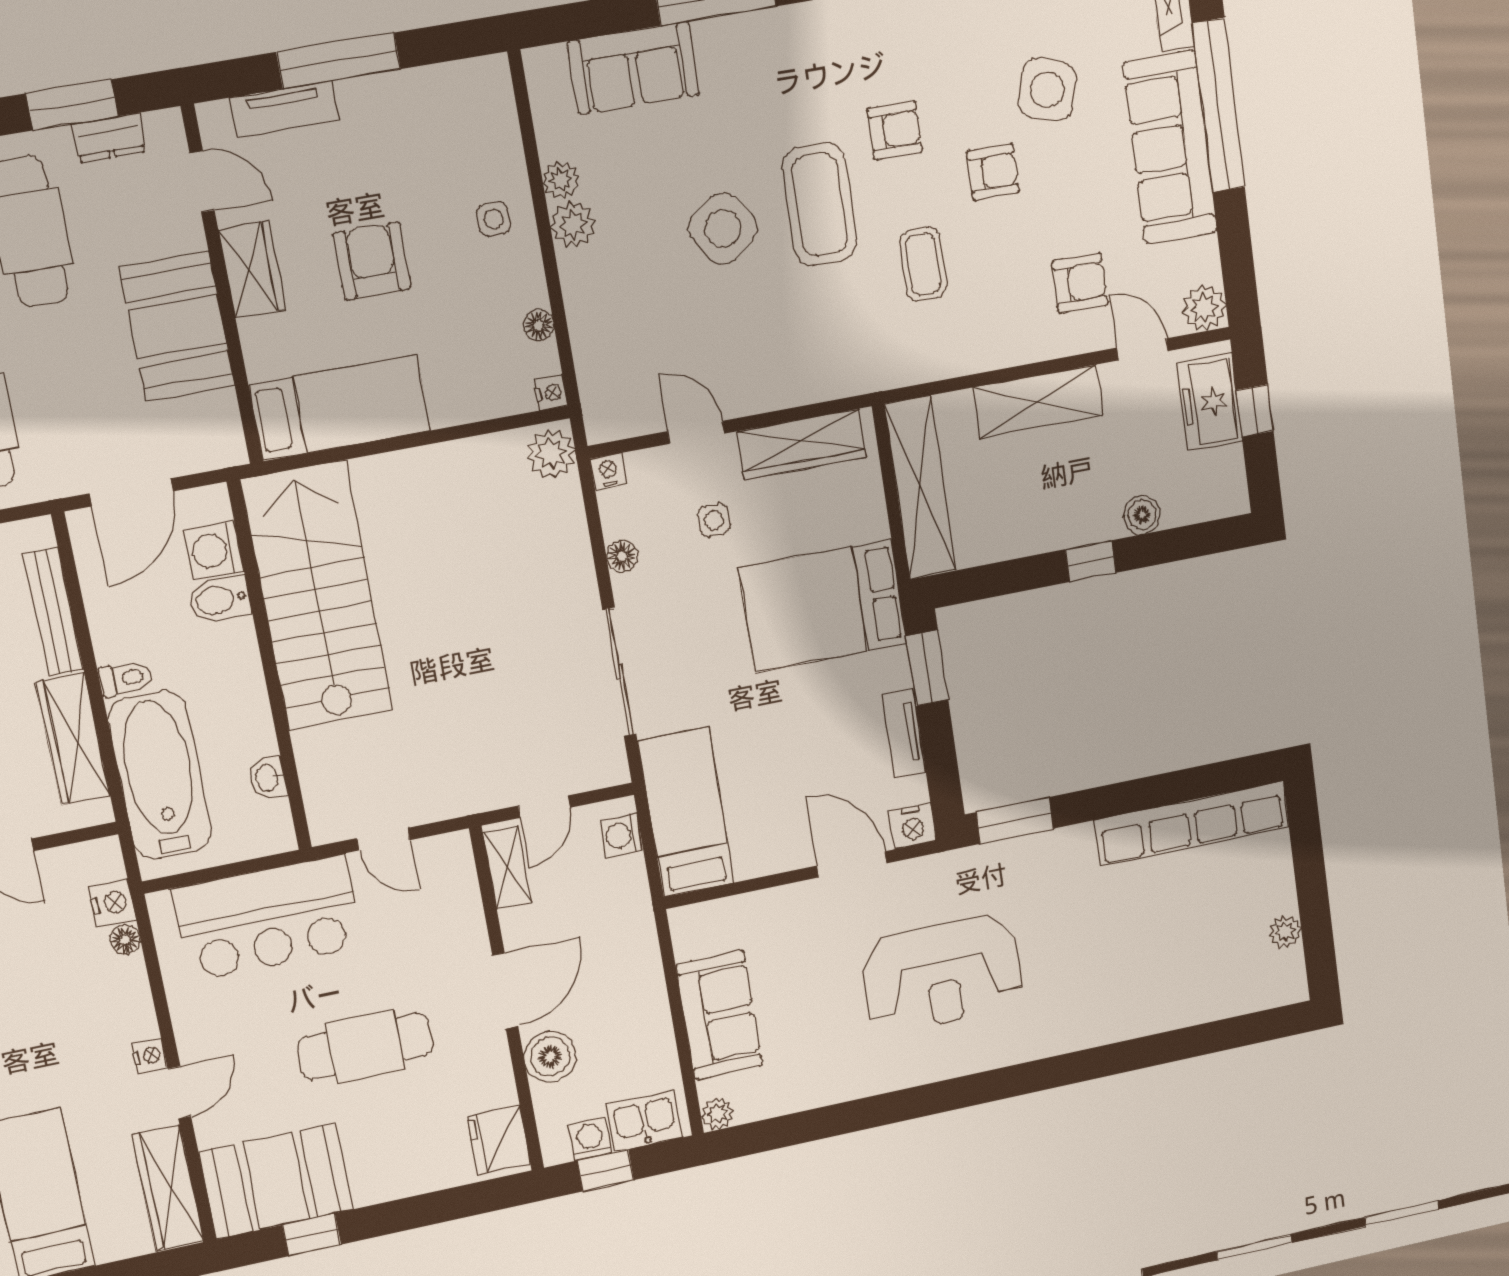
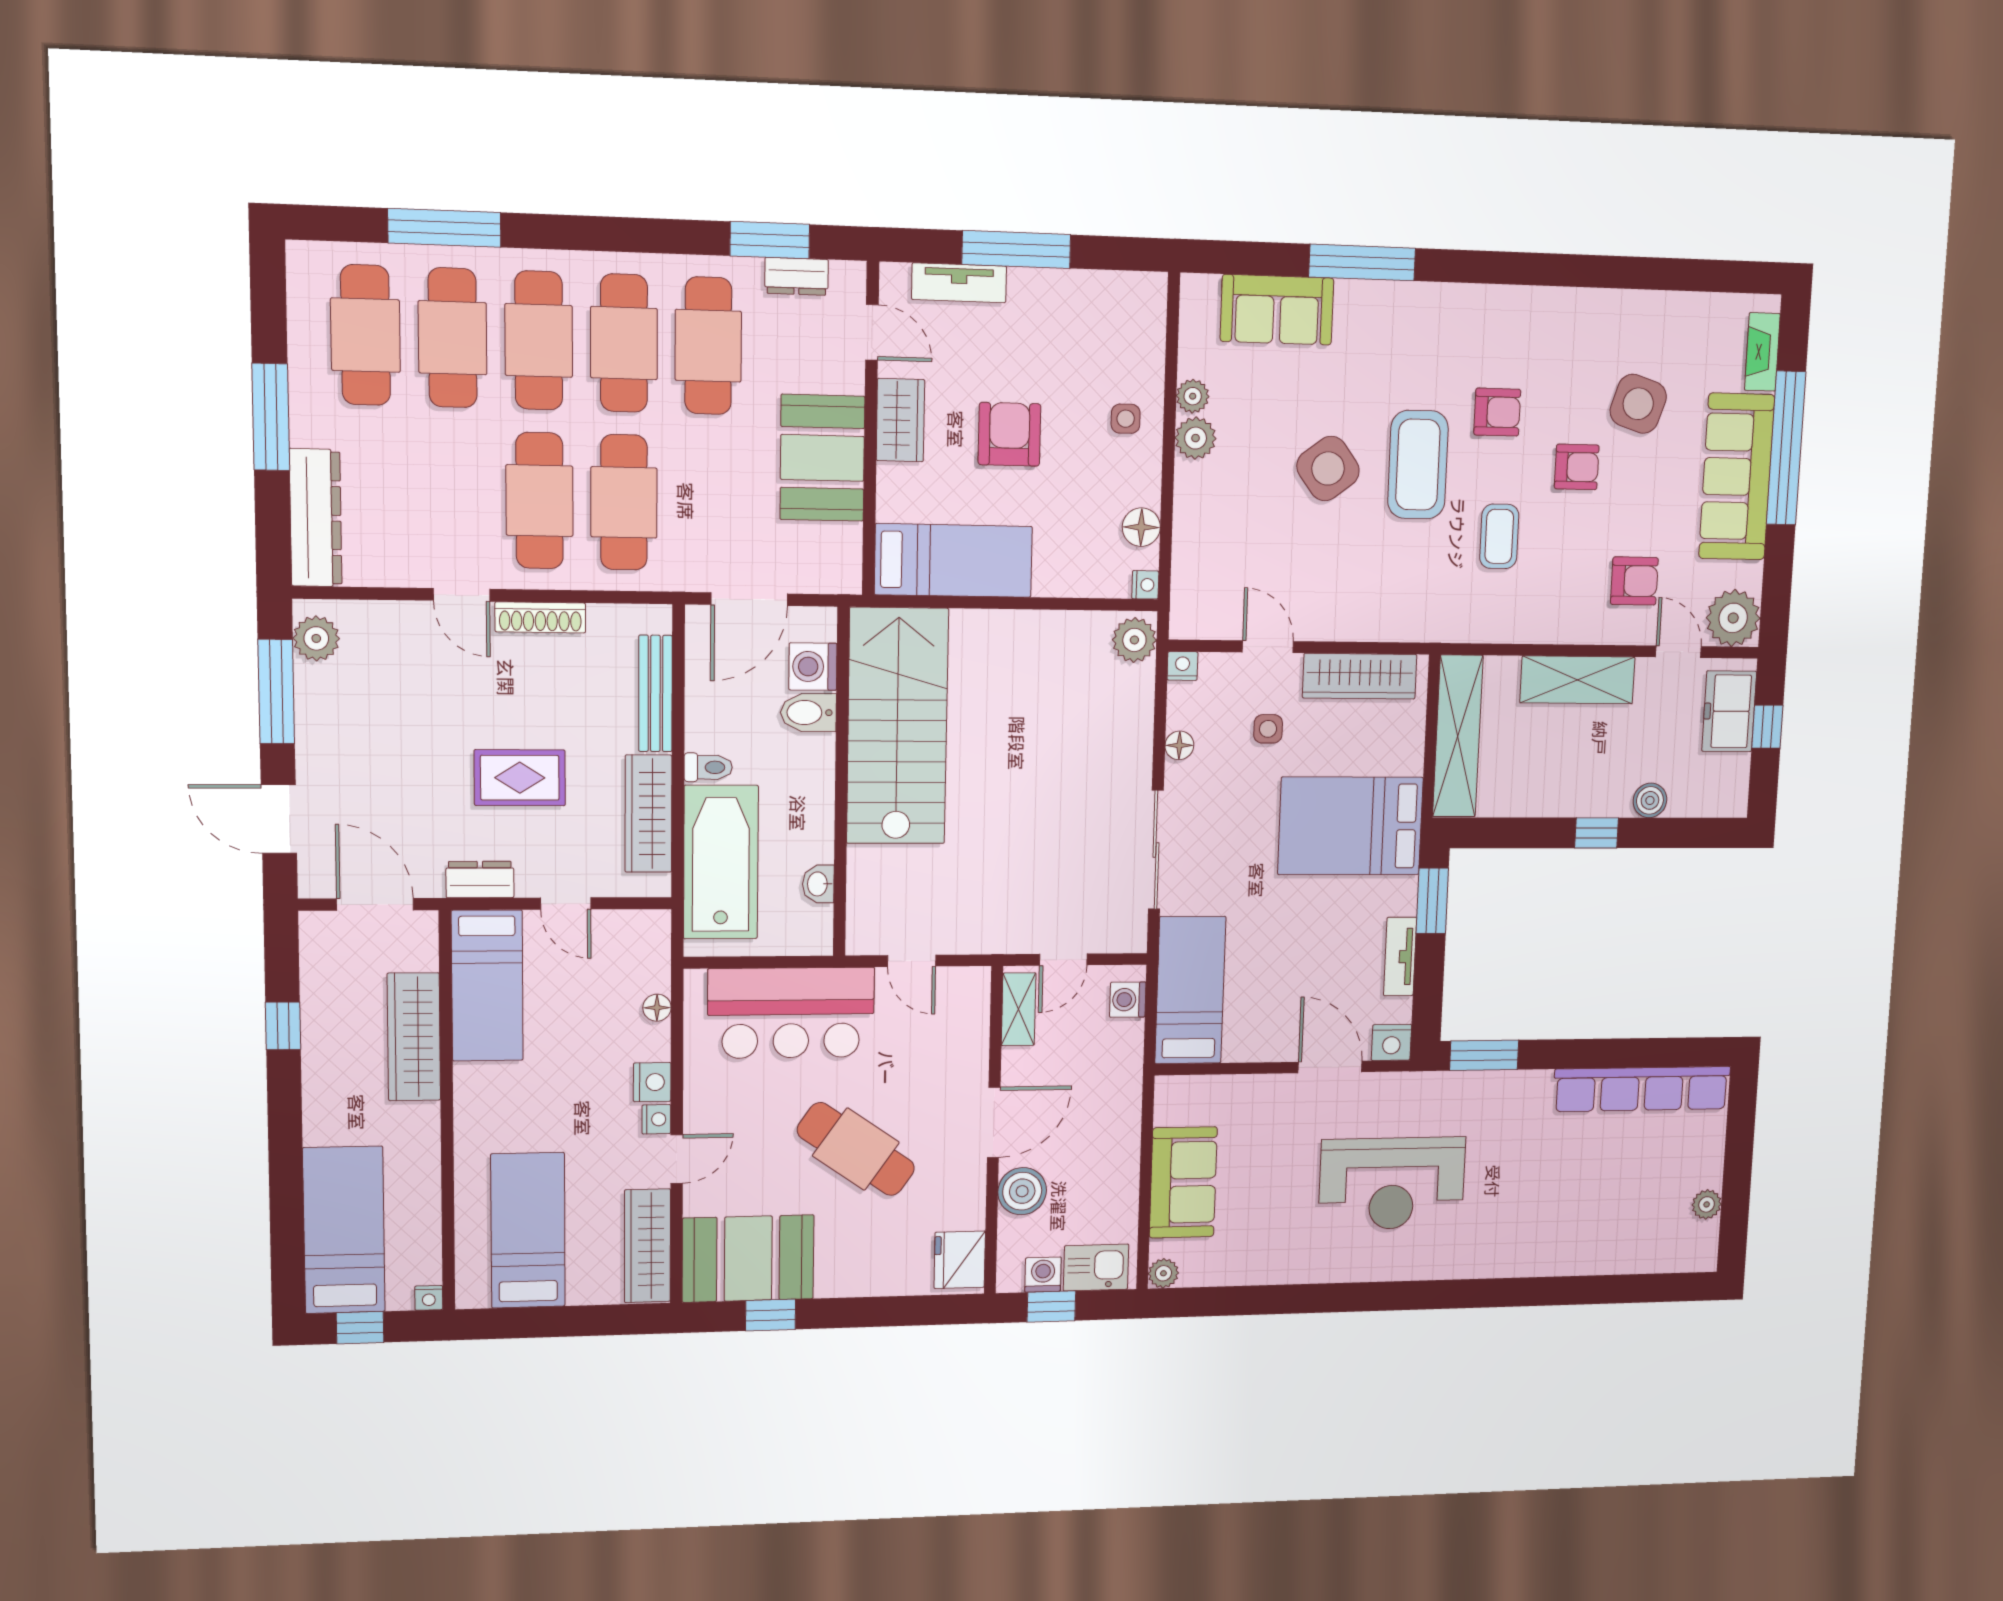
plant: (1204, 308) -> (1733, 618), width x1.36, depth x1.36
floor lamp: (539, 325) -> (1141, 527), width x1.37, depth x1.37
nightstand: (112, 903) -> (652, 1082), moved
cafe table: (365, 1046) -> (856, 1149), turned 35

